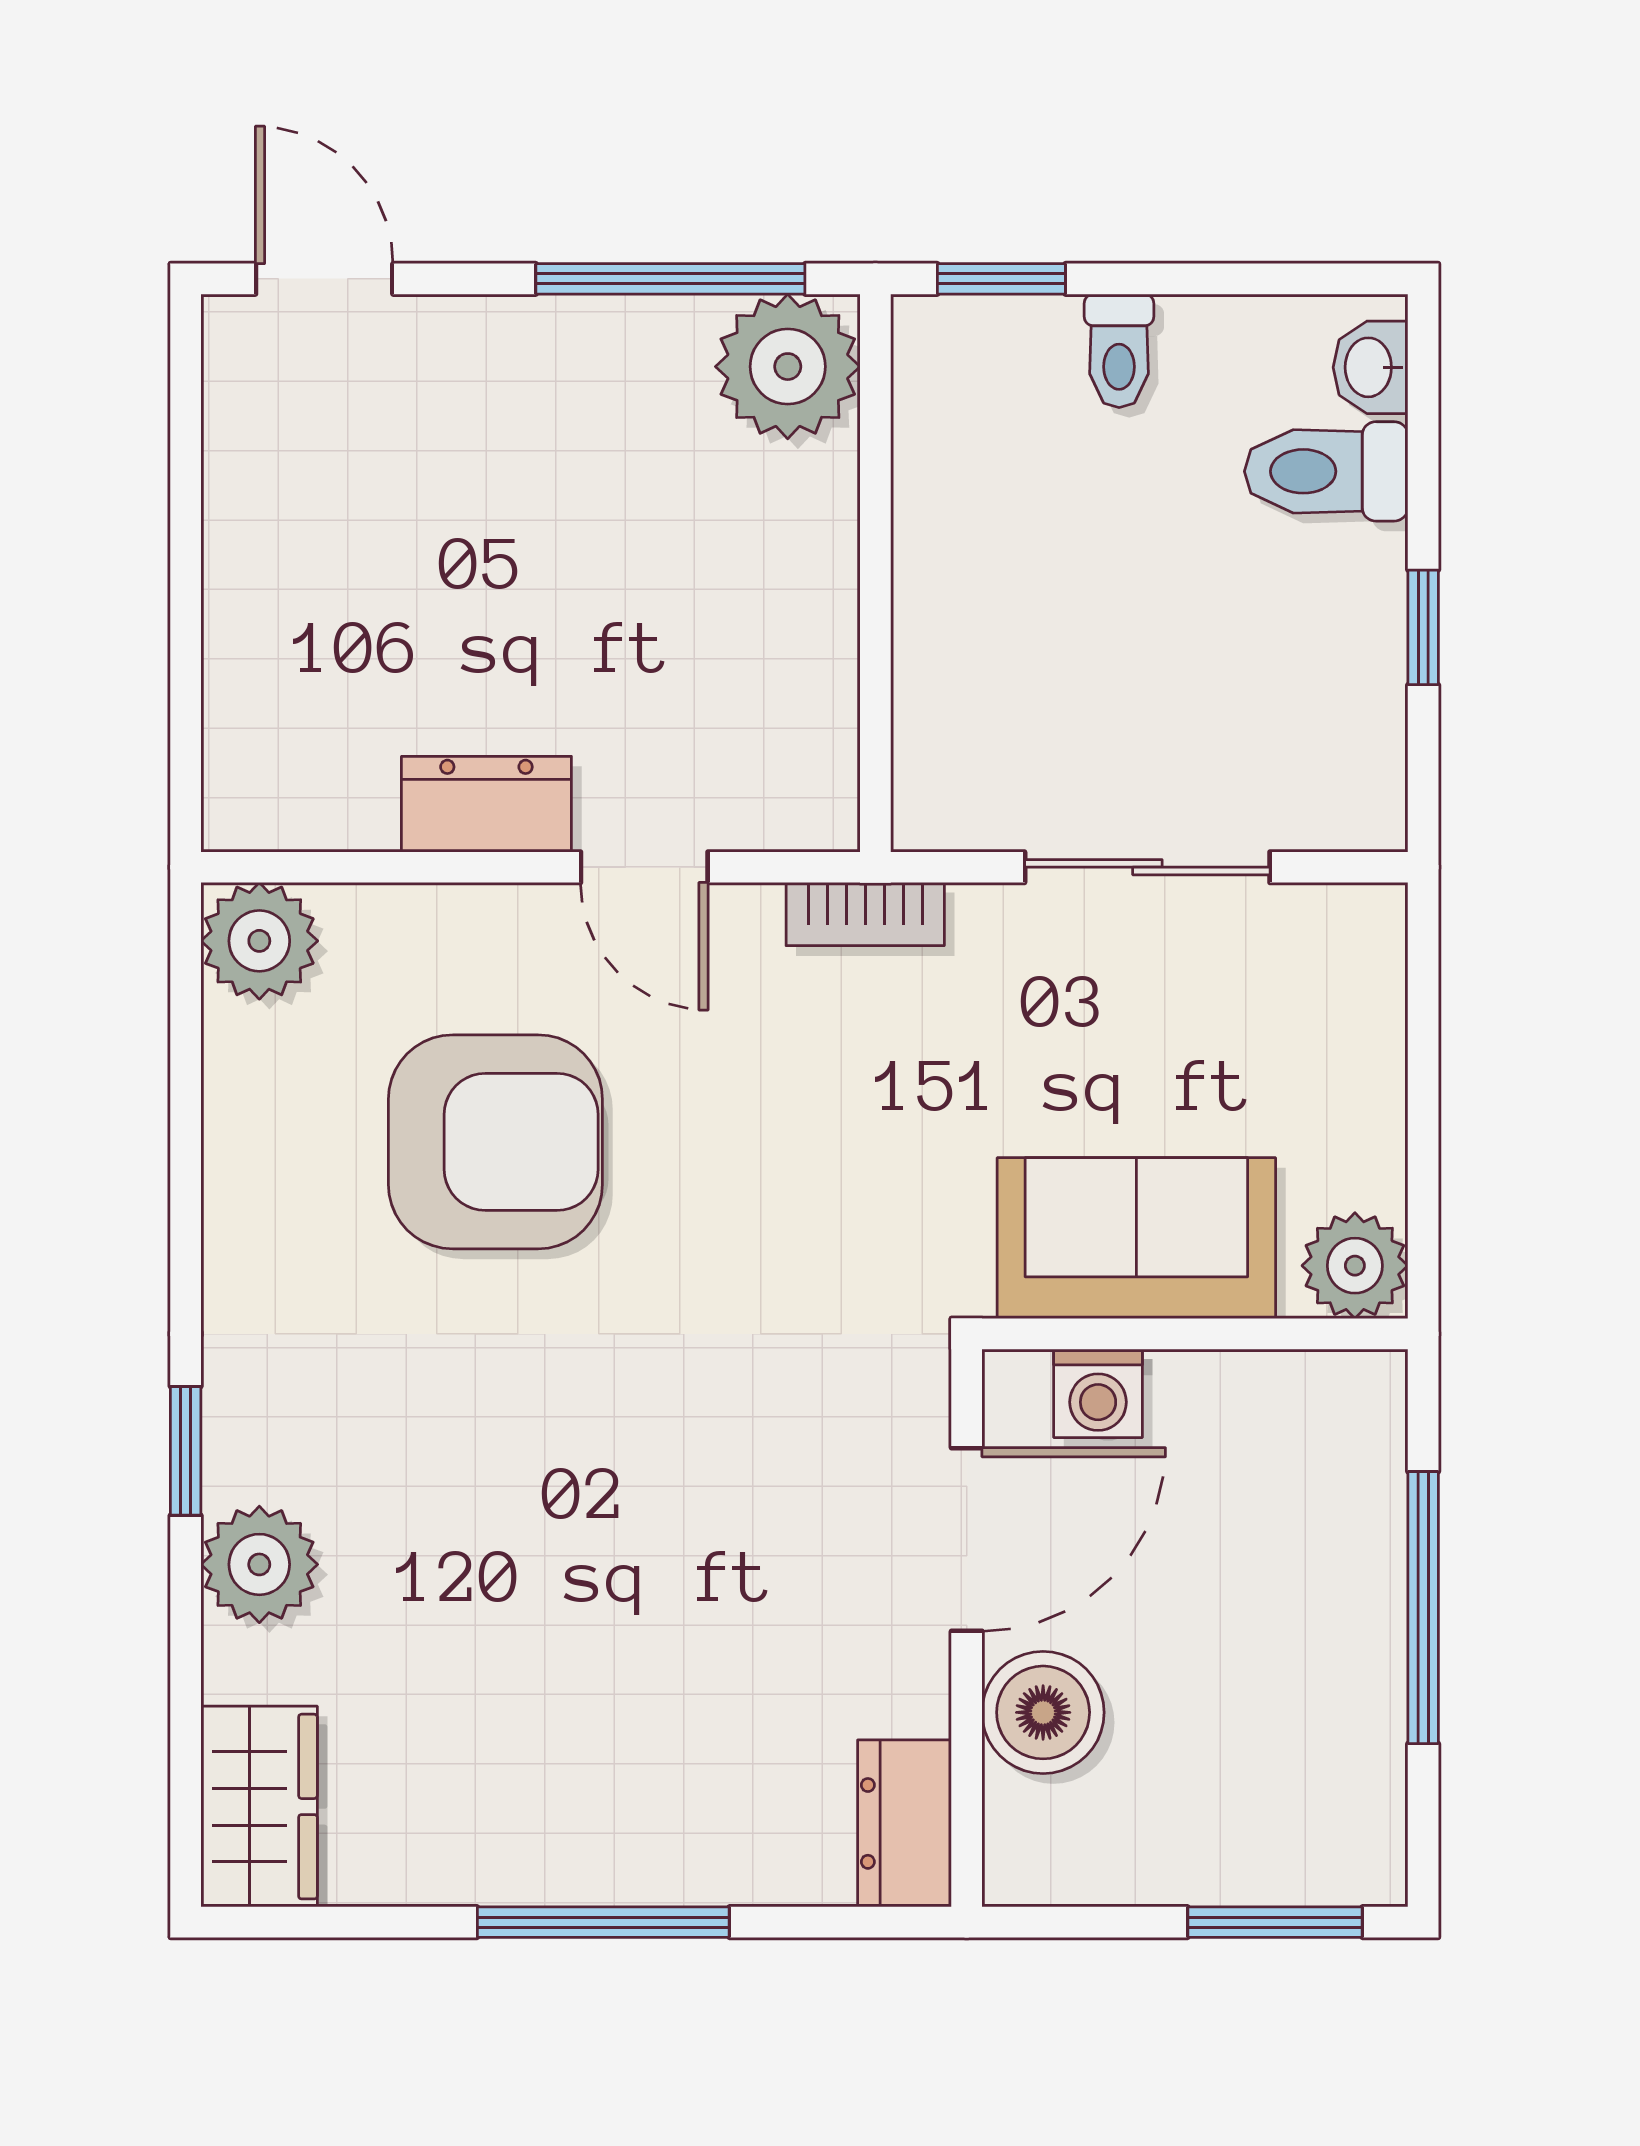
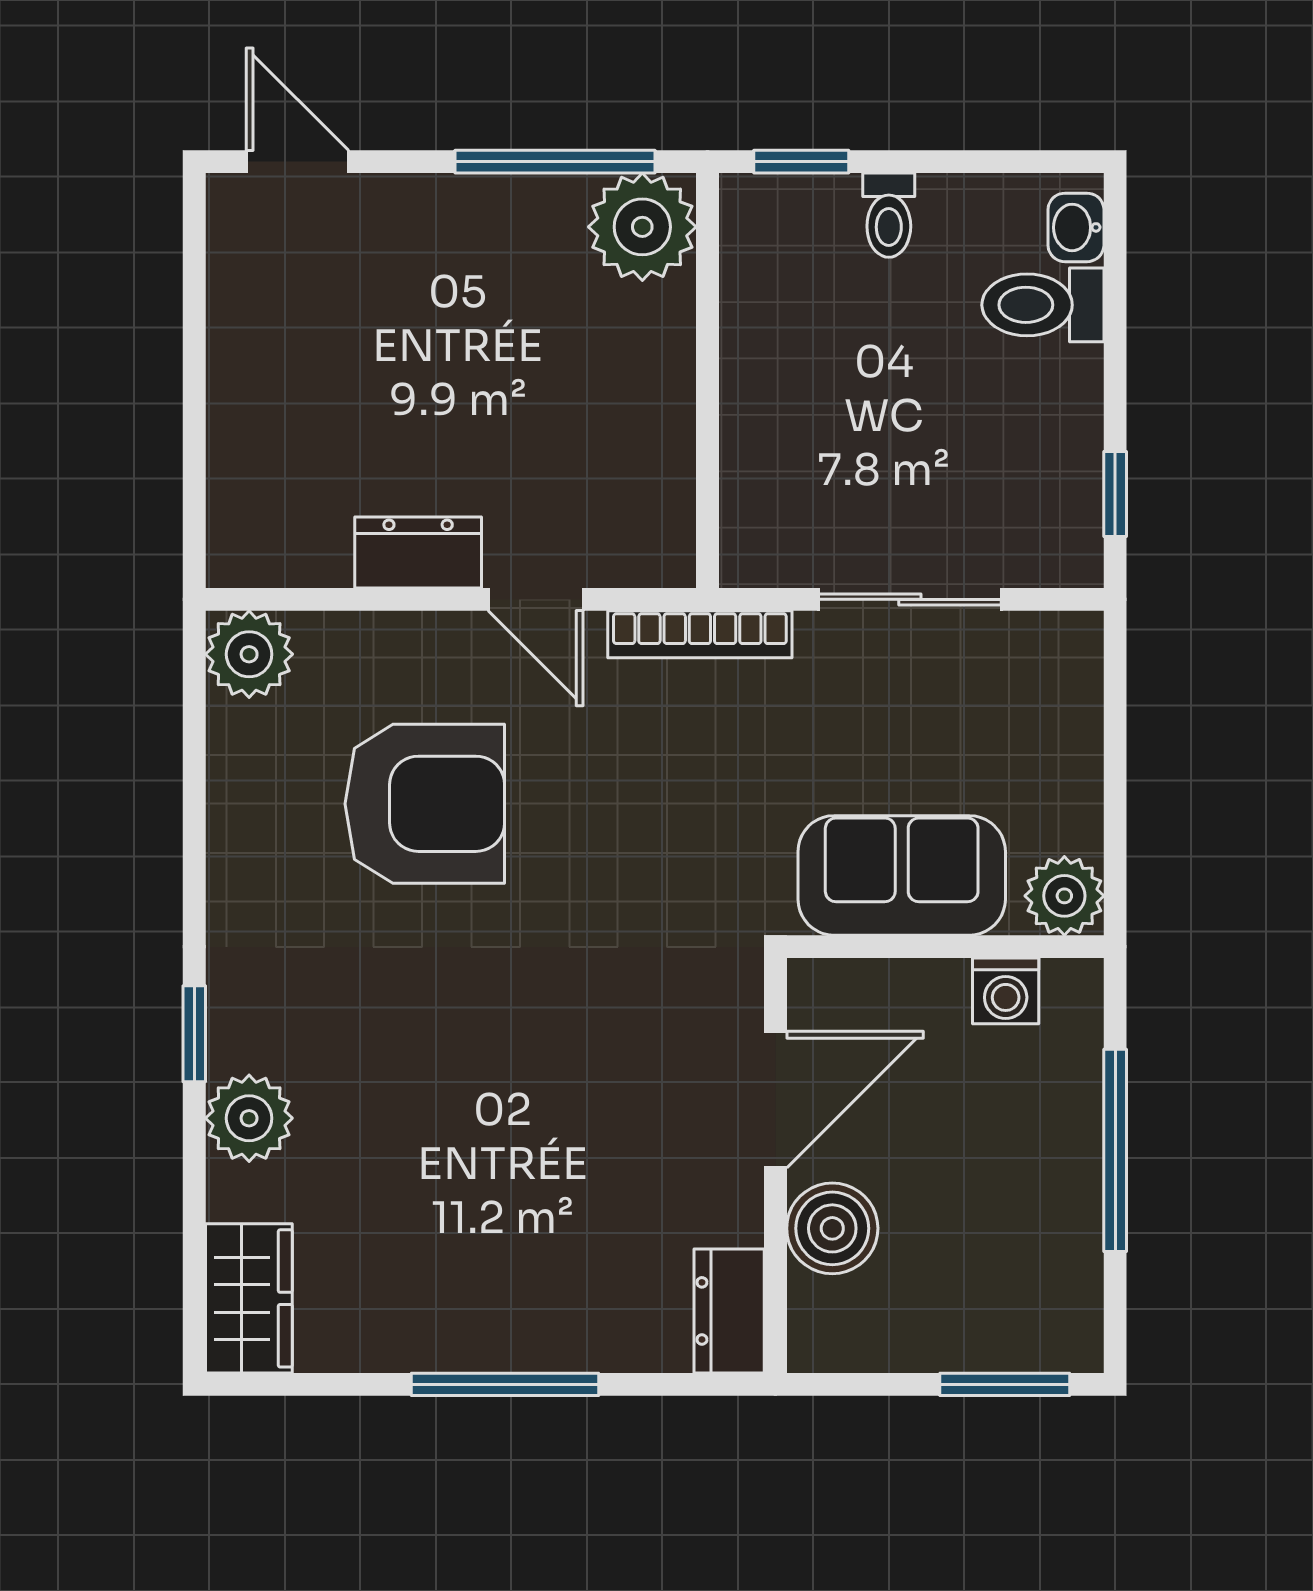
window: (1423, 627) -> (1115, 494), moved
bookcase: (865, 914) -> (700, 634), width x1.56
washing machine: (1098, 1393) -> (1006, 991), moved

